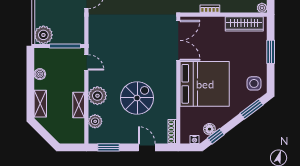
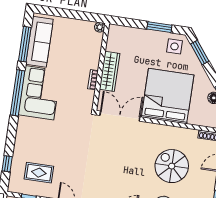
wardrobe: (244, 24) -> (110, 71), moved
window: (271, 52) -> (159, 27), moved

